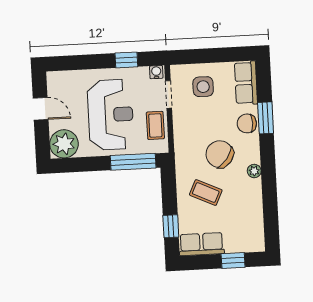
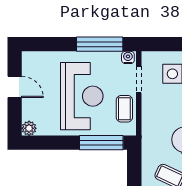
window: (126, 60) -> (100, 44), width x2.17
plant: (64, 144) -> (29, 128), width x0.53, depth x0.53

